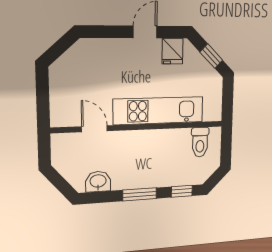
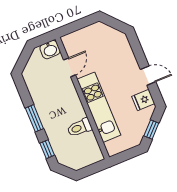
toilet: (200, 142) -> (80, 128), moved
washbasin: (98, 182) -> (50, 50), moved, turned 90

